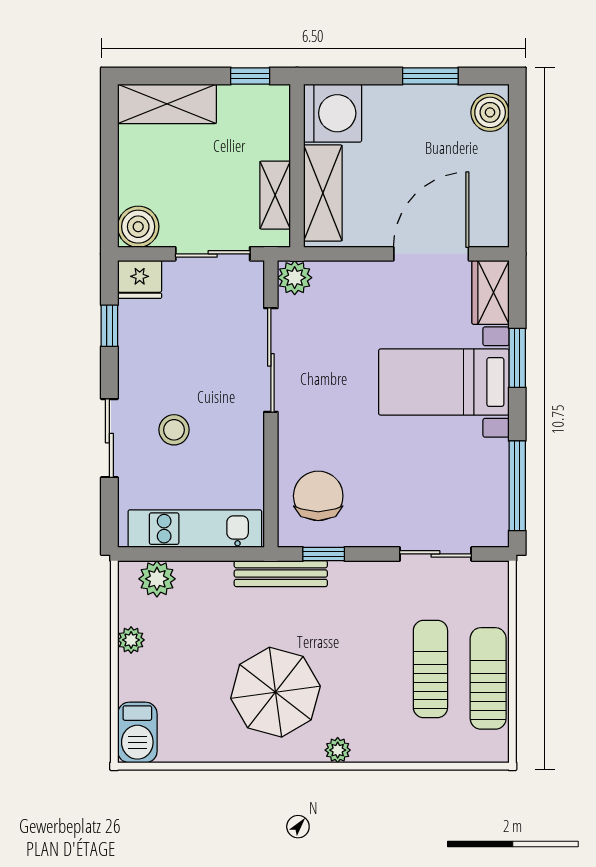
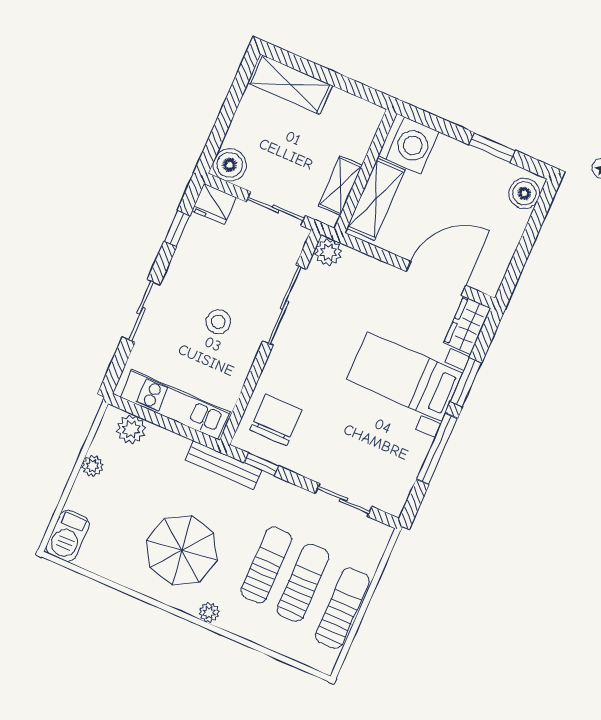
window: (250, 76) -> (360, 90), removed
stool: (174, 430) -> (218, 322), moved
window: (517, 486) -> (437, 449), moved
sun lounger: (380, 667) -> (266, 565), added

